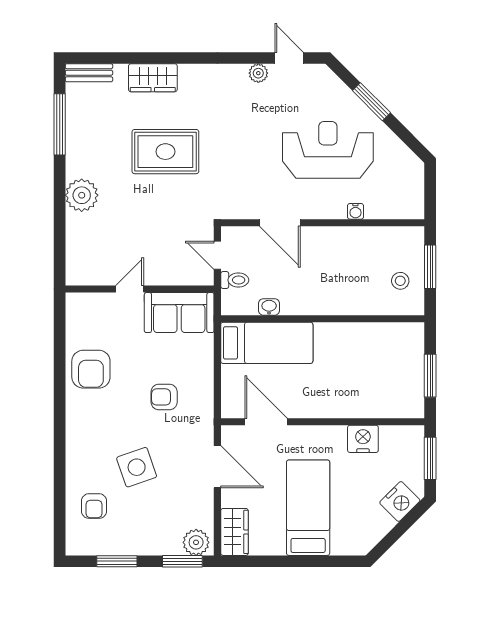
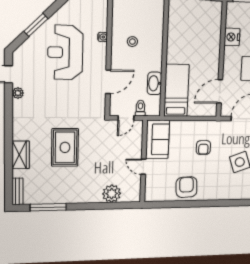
plant: (82, 195) -> (112, 194), moved
stool: (400, 281) -> (132, 42), moved
washbasin: (269, 307) -> (154, 83), width x1.91, depth x1.45
armchair: (91, 369) -> (186, 187), turned -93

